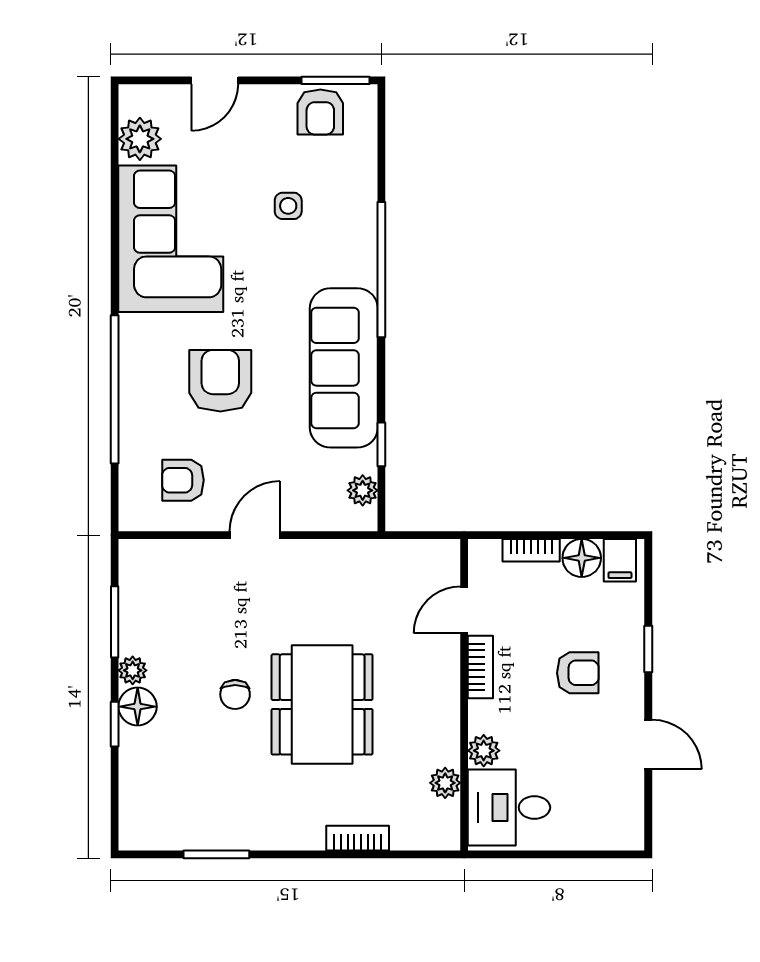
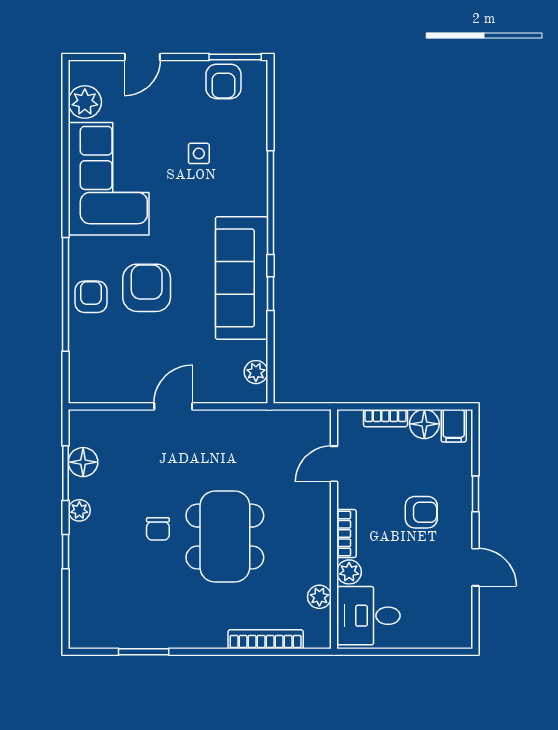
window: (381, 444) -> (270, 294), moved
armchair: (183, 480) -> (91, 297), moved, turned 90
bookcase: (480, 667) -> (347, 533), moved
floor lamp: (138, 707) -> (83, 462), moved
bookcase: (358, 838) -> (266, 639), width x1.56

